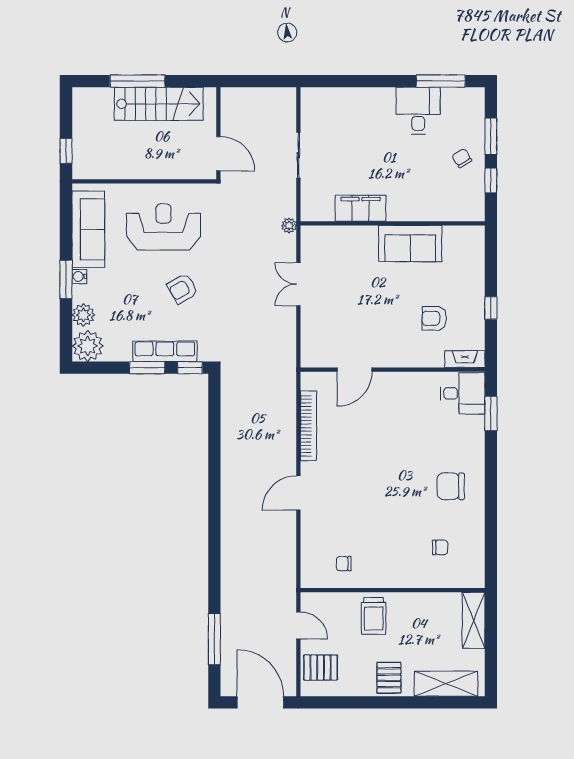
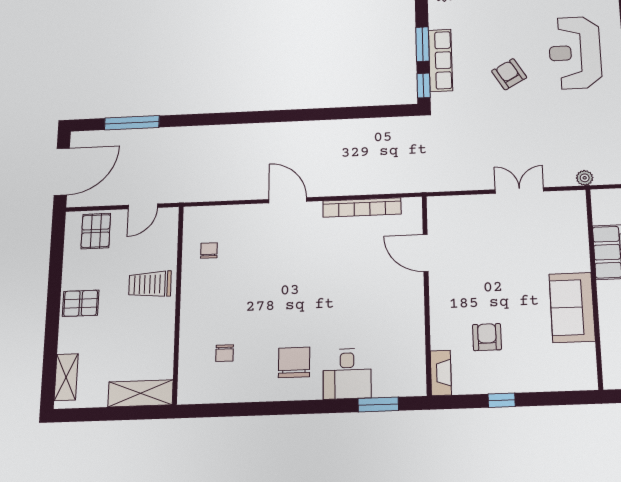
reception desk: (164, 227) -> (575, 53), turned 180
desk: (463, 393) -> (347, 374), moved
shelving: (446, 684) -> (66, 377), width x0.67, depth x0.75

